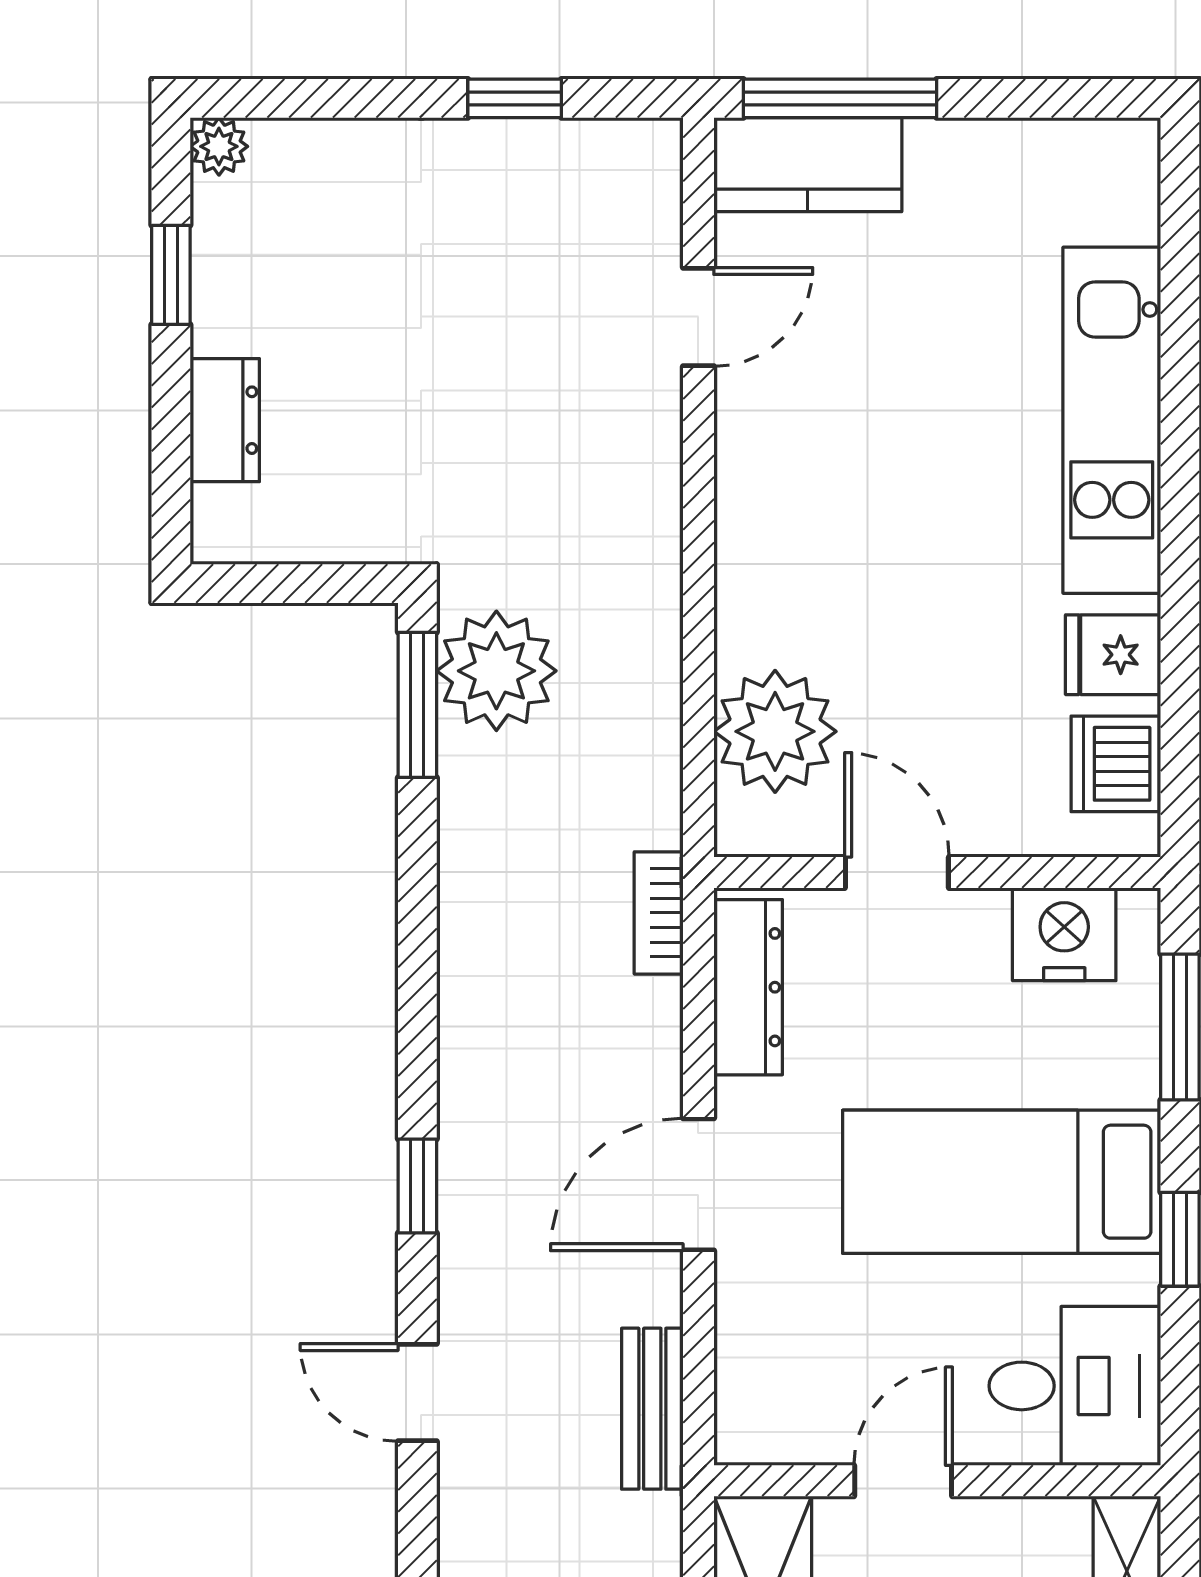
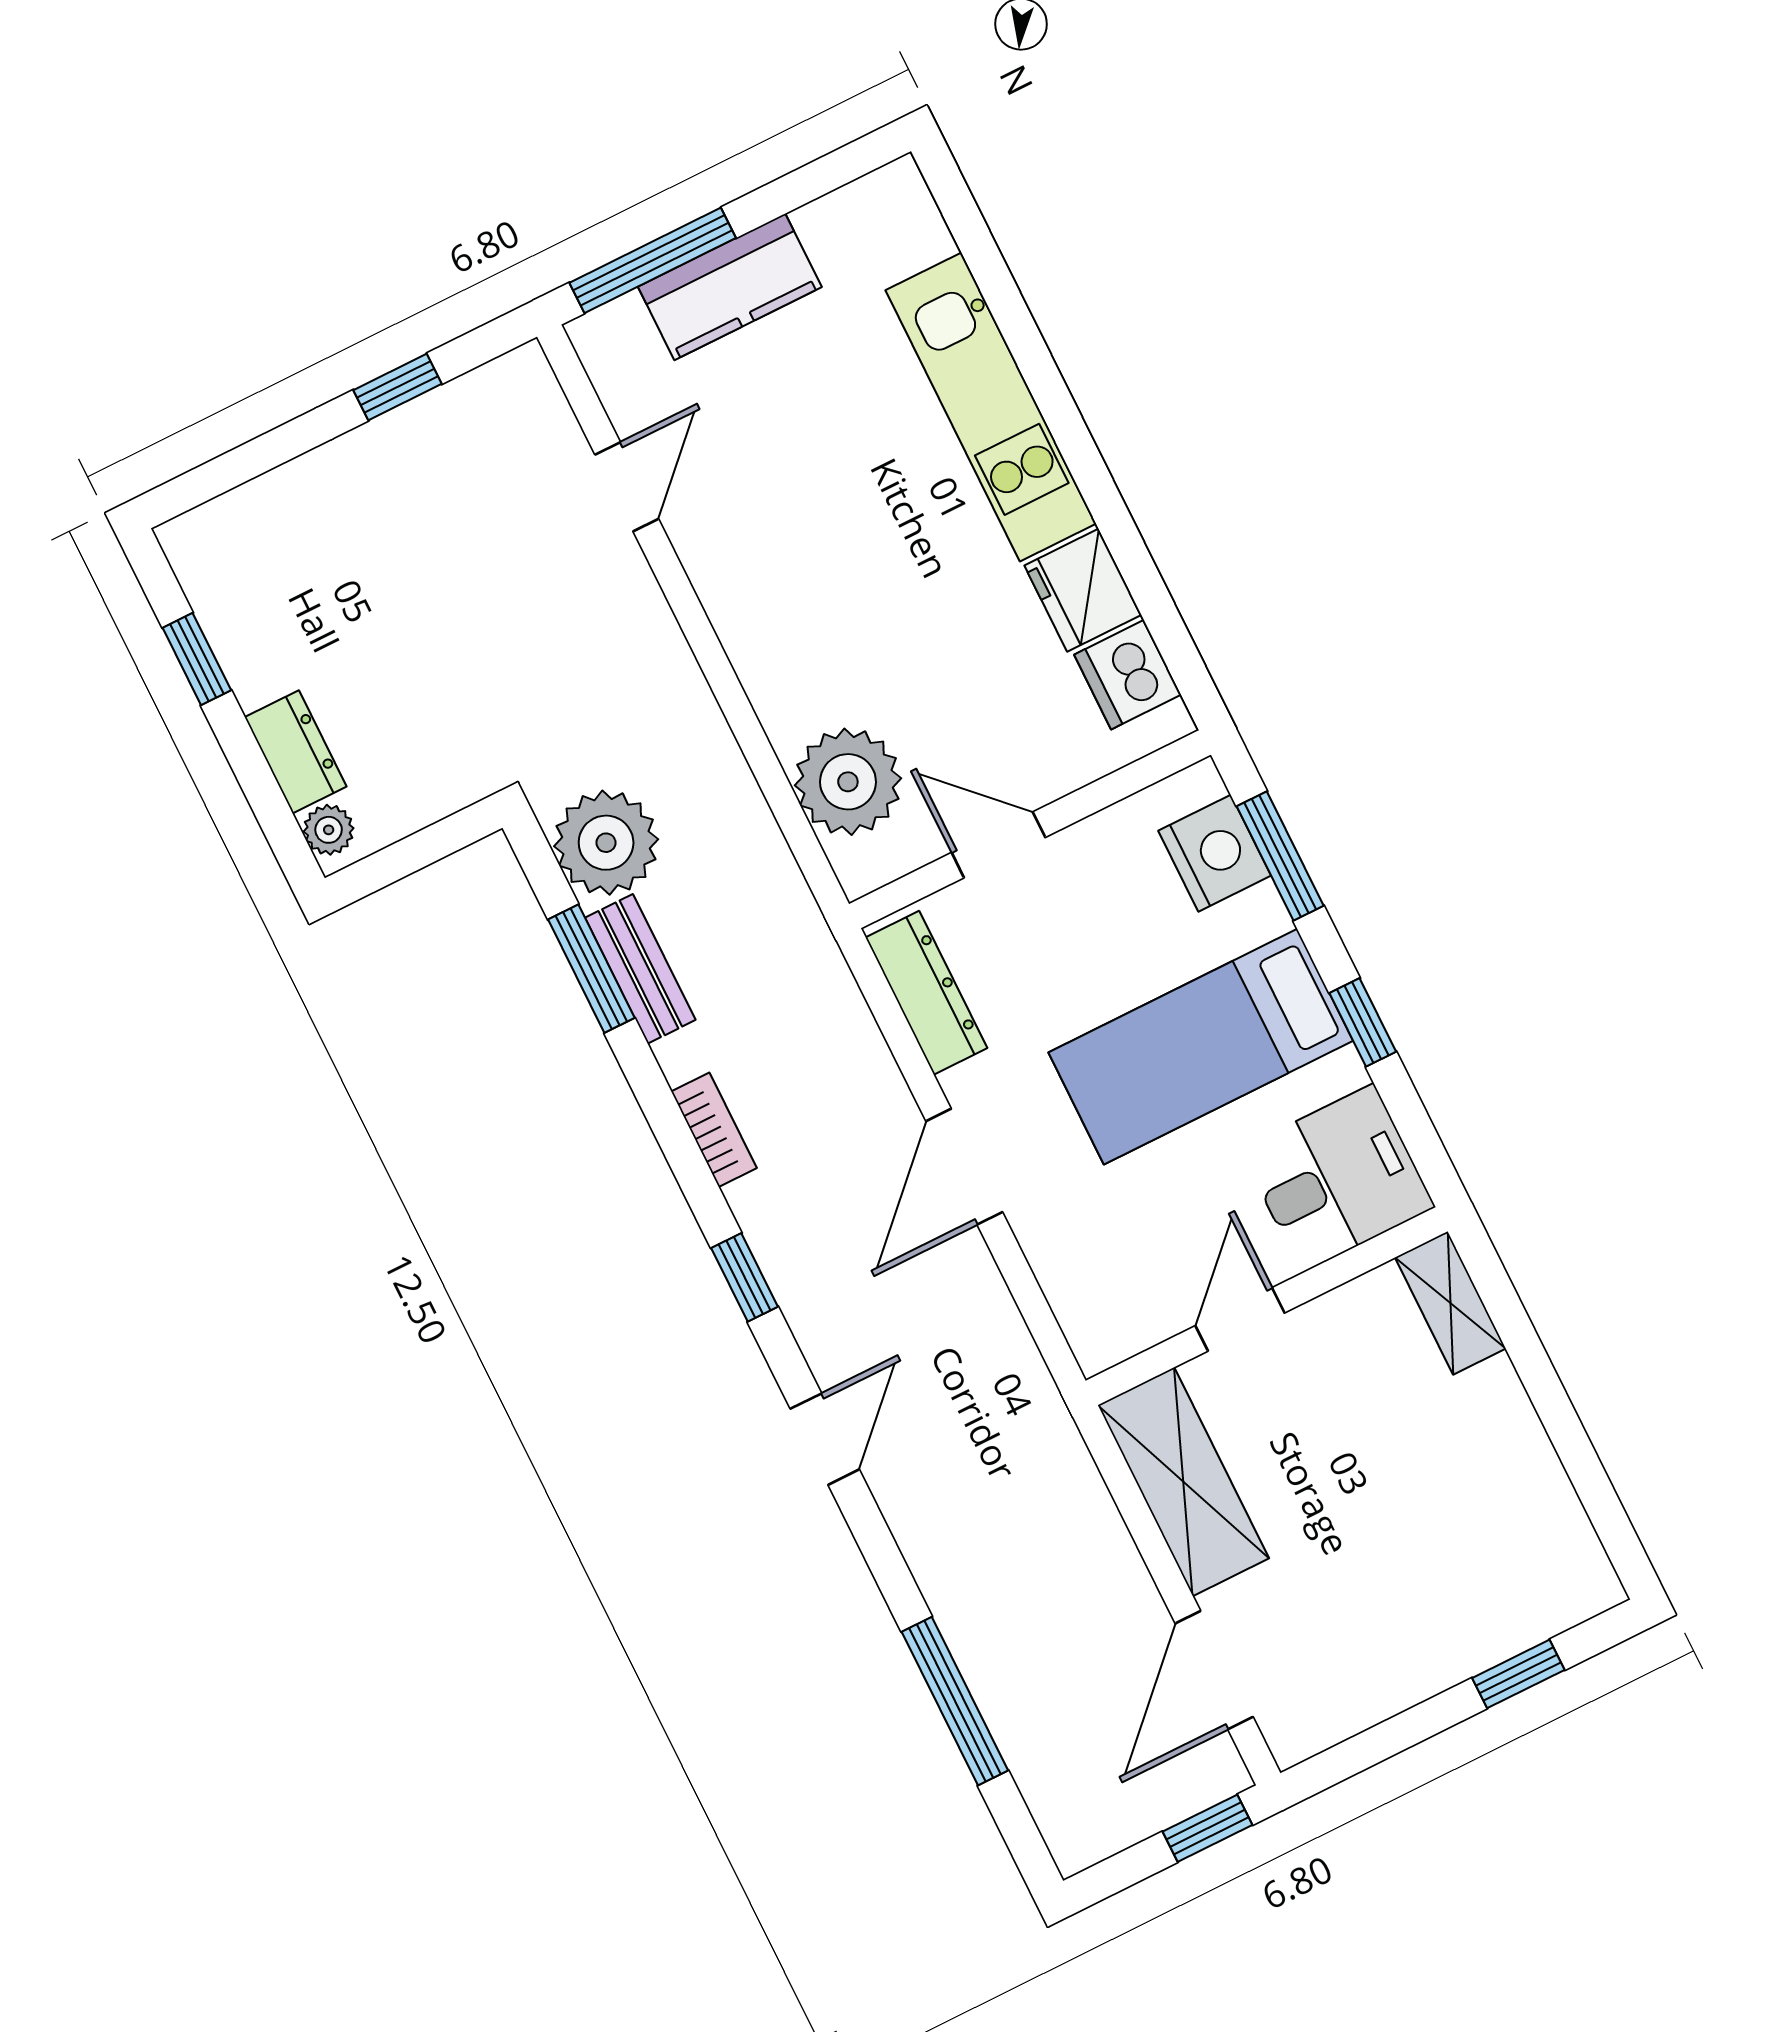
plant: (219, 146) -> (329, 830), moved
kitchen counter: (808, 165) -> (730, 287), moved
fridge: (1113, 655) -> (1083, 590), width x1.38
window: (417, 705) -> (591, 969), moved
bookcase: (659, 913) -> (714, 1130), moved, turned 180
nightstand: (1064, 934) -> (1215, 853), moved, turned 90
door: (417, 1393) -> (825, 1439), swing flipped
bench: (652, 1409) -> (640, 969), moved

